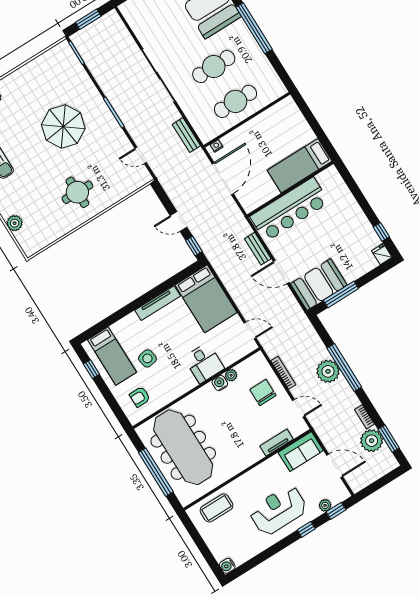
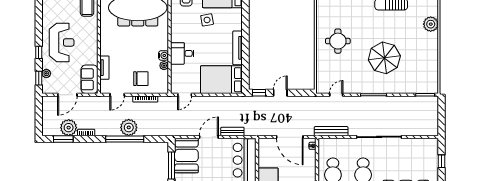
window: (88, 19) -> (441, 115), removed
bench: (186, 135) -> (331, 131), width x1.36

